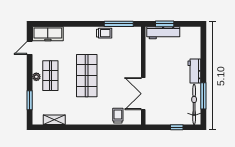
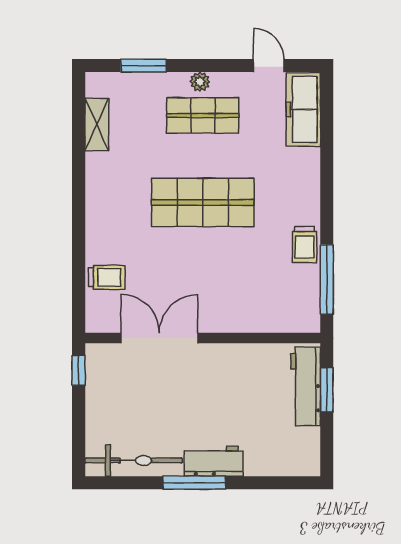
window: (203, 96) -> (194, 483), moved
window: (177, 127) -> (79, 370), moved

